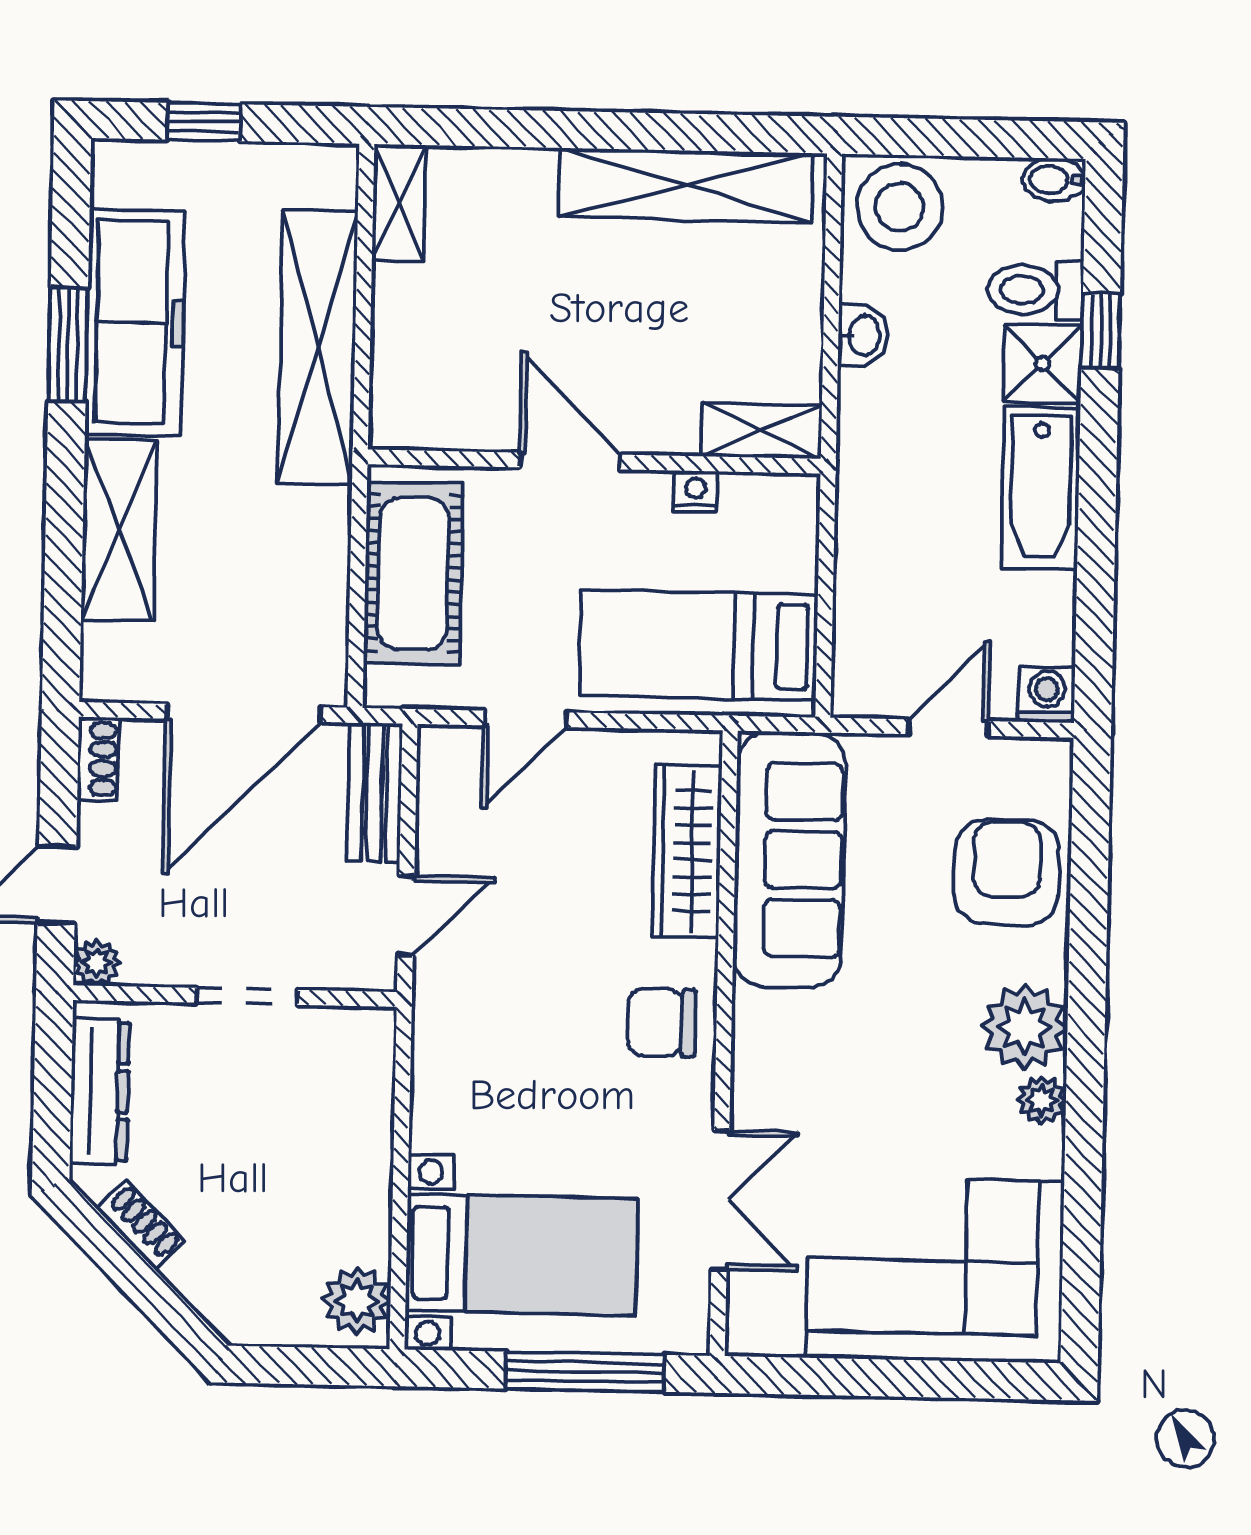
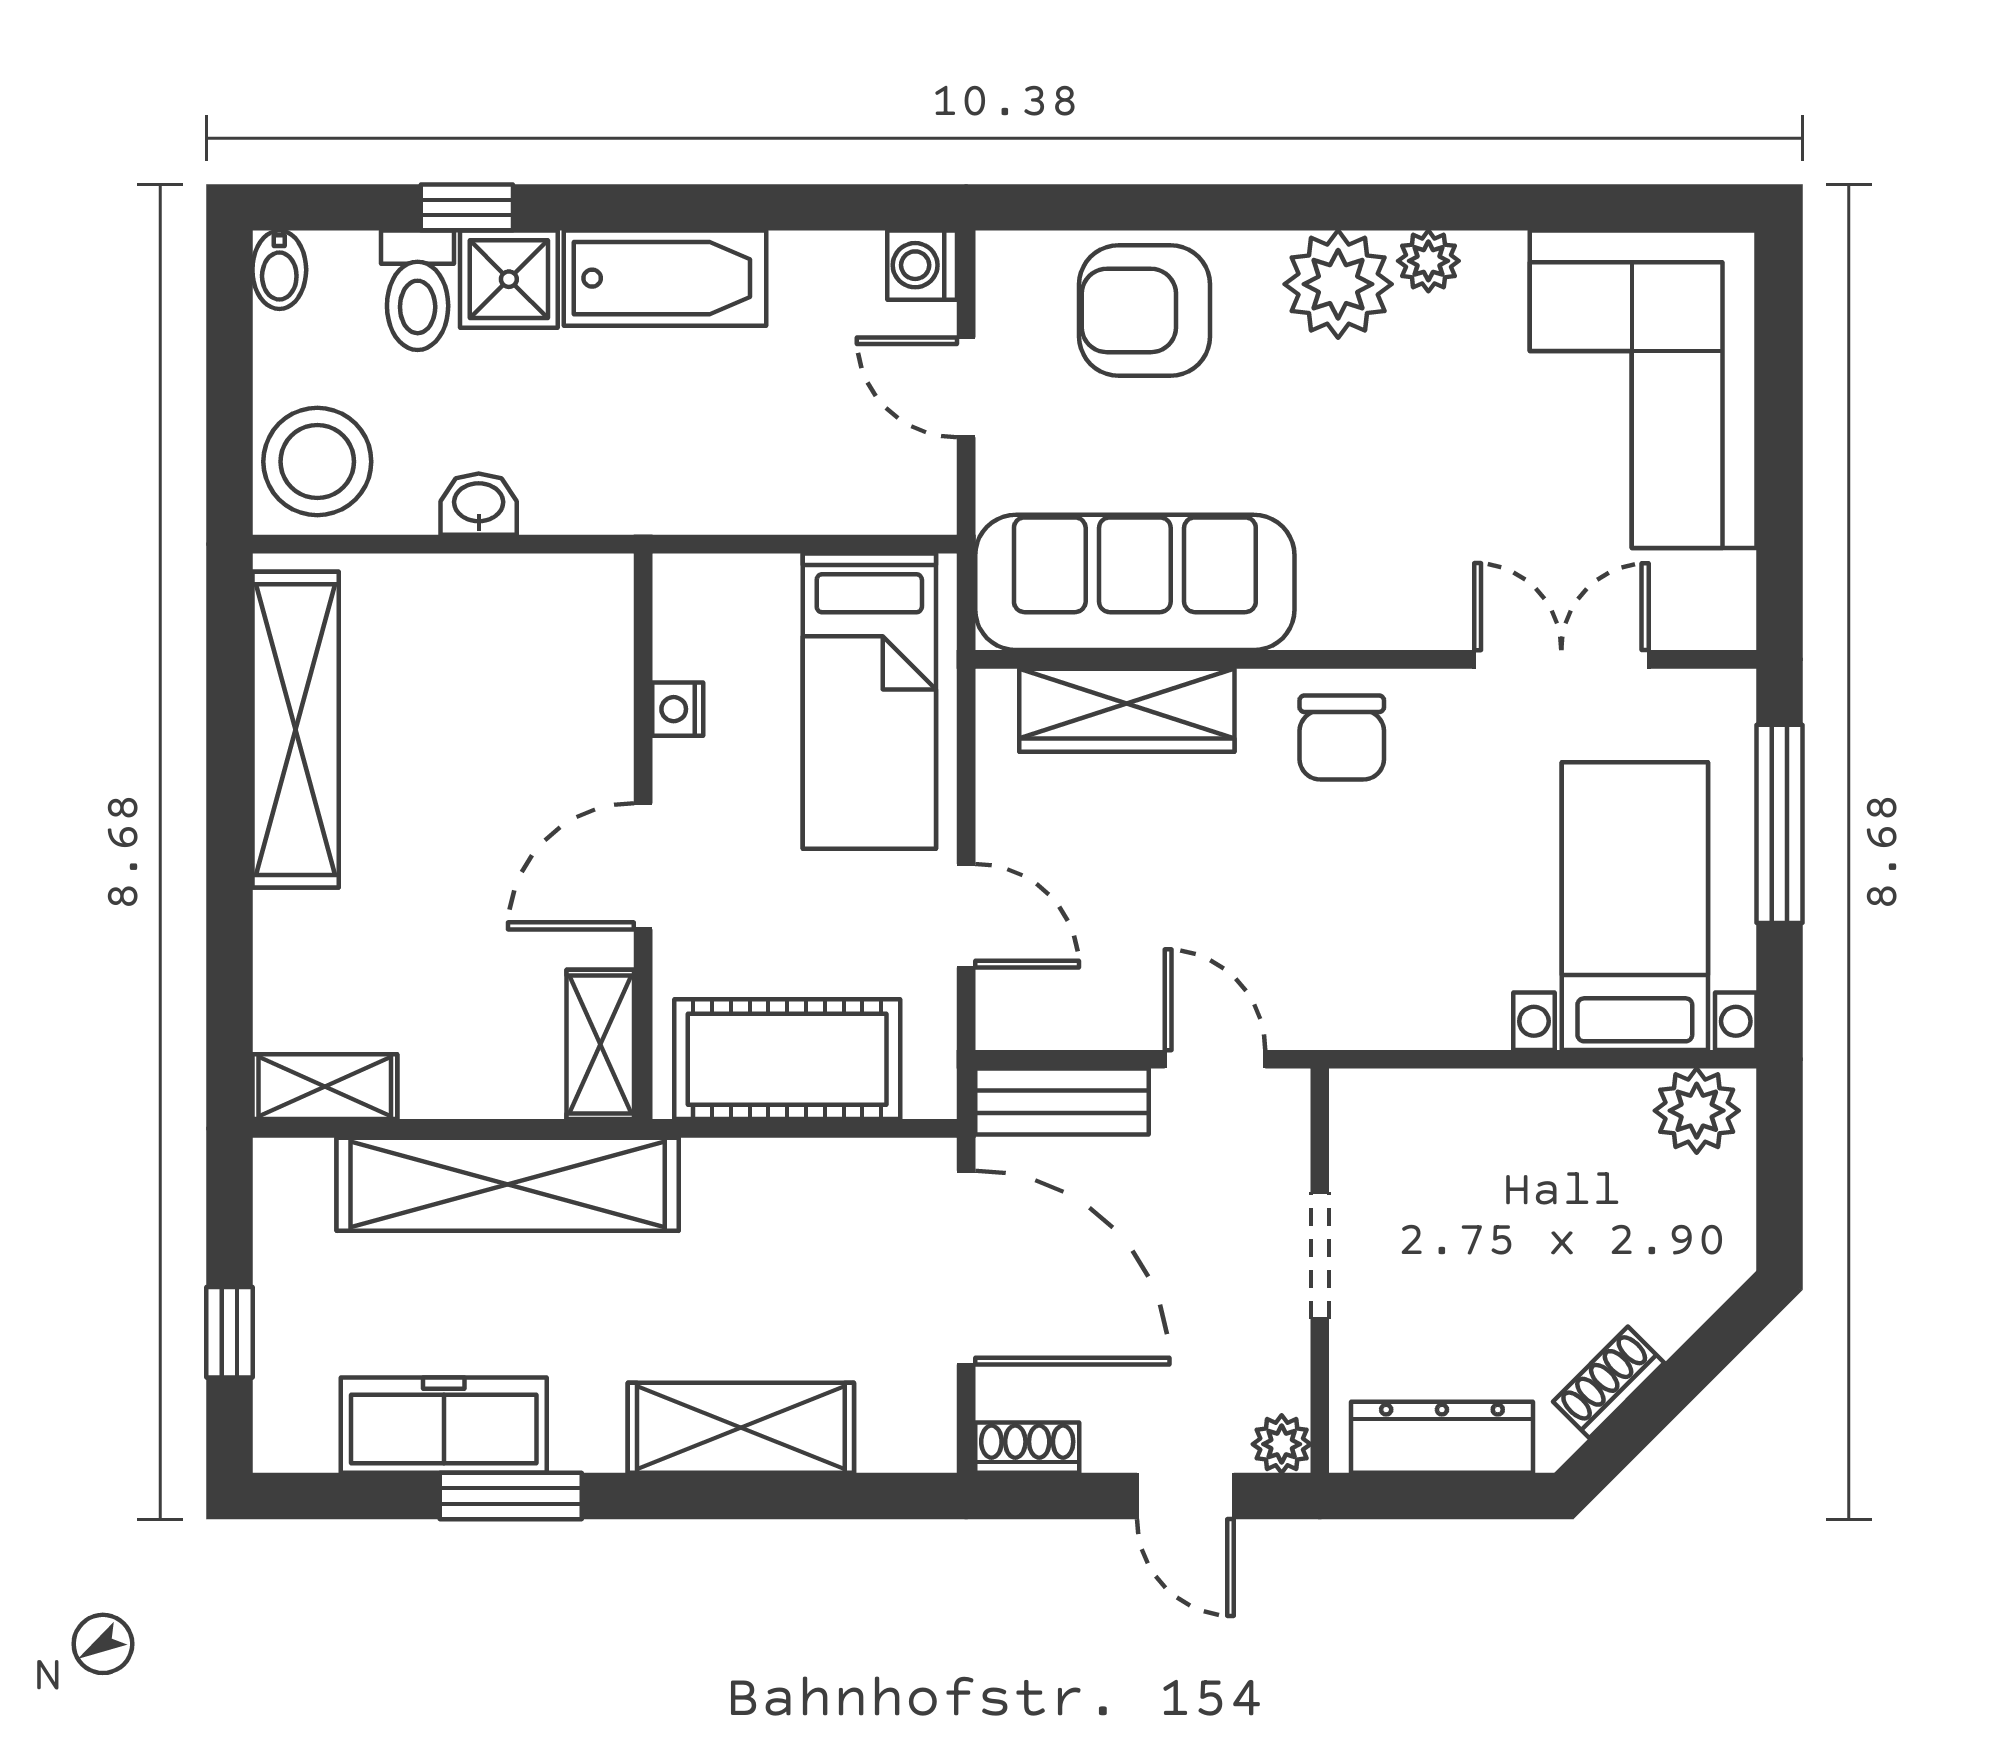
freezer: (135, 322) -> (444, 1425), width x0.73, depth x0.79
shelving: (762, 431) -> (600, 1044), moved

